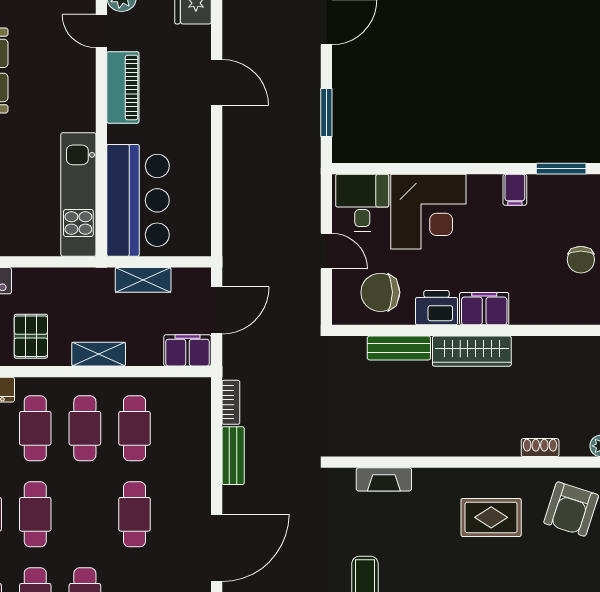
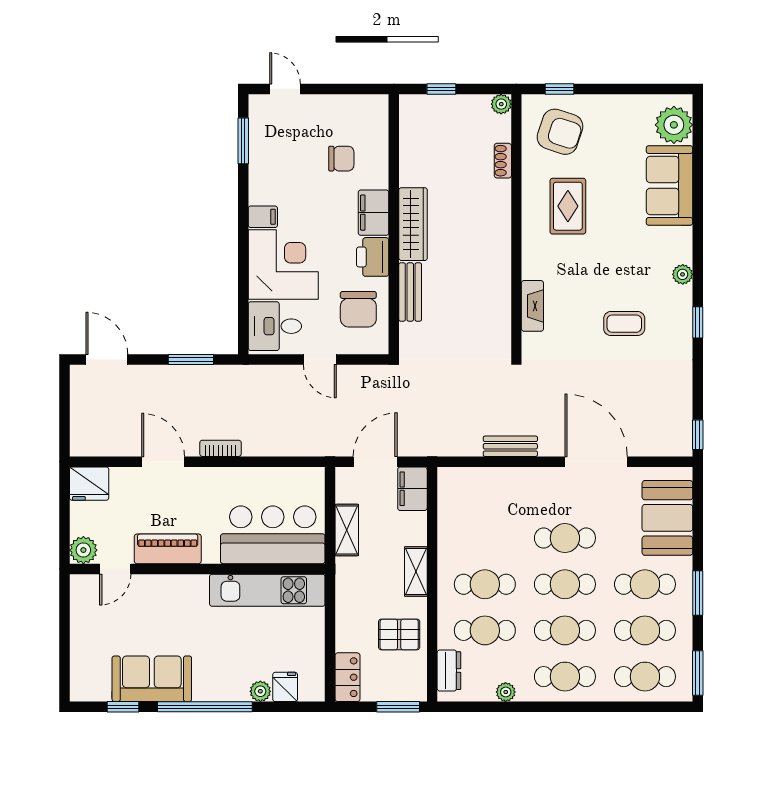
door: (217, 83) -> (163, 462), hinge flipped
filing cabinet: (515, 190) -> (263, 217), moved
door: (326, 251) -> (320, 360), swing flipped
chair: (581, 260) -> (341, 159), moved
door: (217, 310) -> (375, 462), hinge flipped
bookcase: (231, 402) -> (221, 448), moved
cafe table: (134, 428) -> (565, 584), moved

